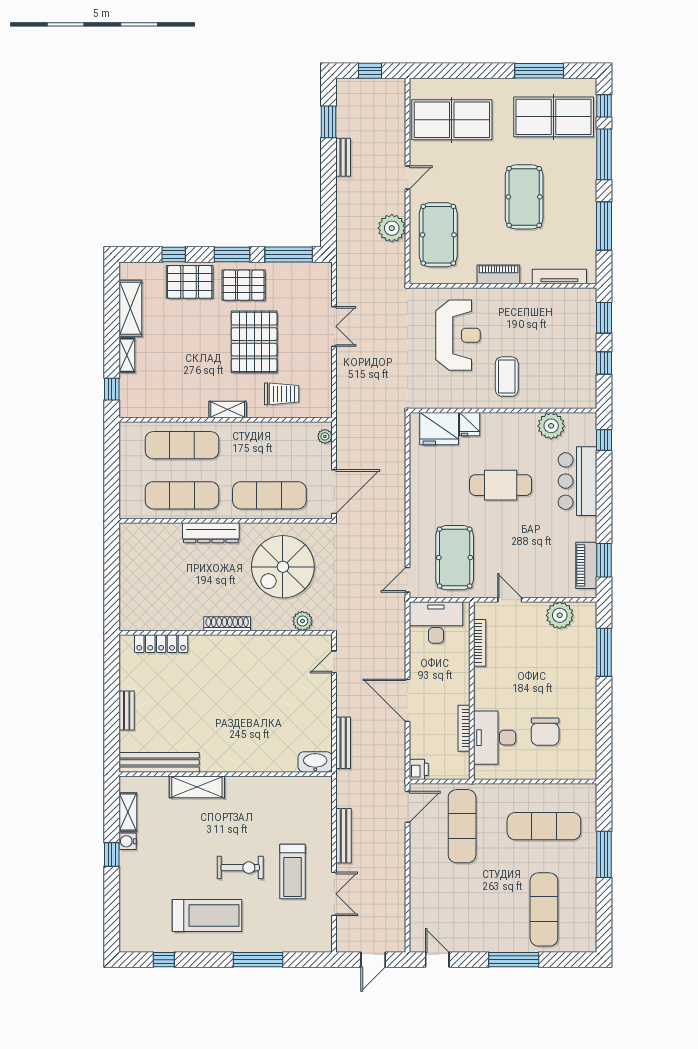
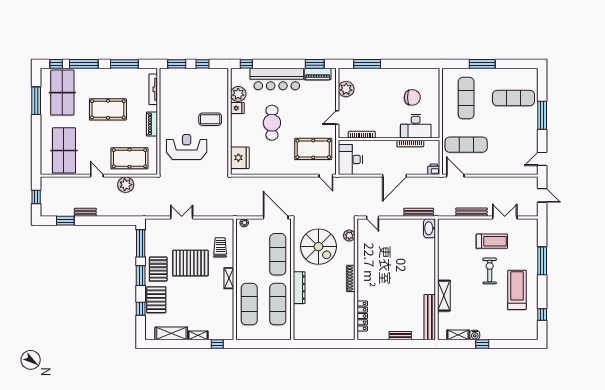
fridge: (470, 424) -> (237, 108), moved
bar counter: (577, 481) -> (277, 79), width x1.36

